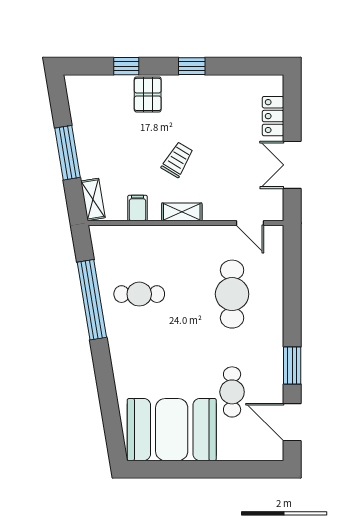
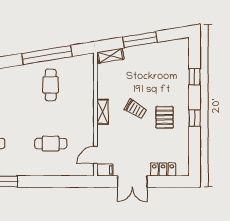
pallet: (148, 94) -> (165, 117), moved, turned 90
double door: (292, 165) -> (132, 181), swing flipped
filing cabinet: (137, 208) -> (105, 170), moved
cafe table: (232, 294) -> (51, 144), width x0.73, depth x0.74

